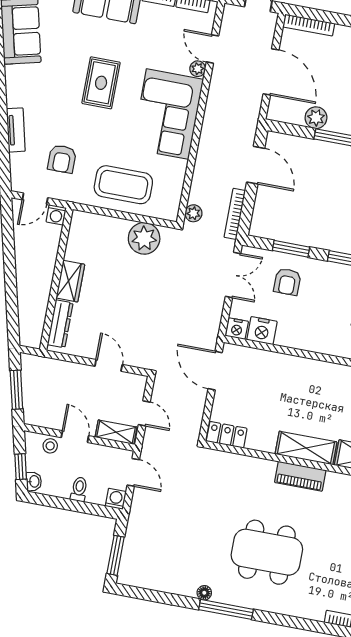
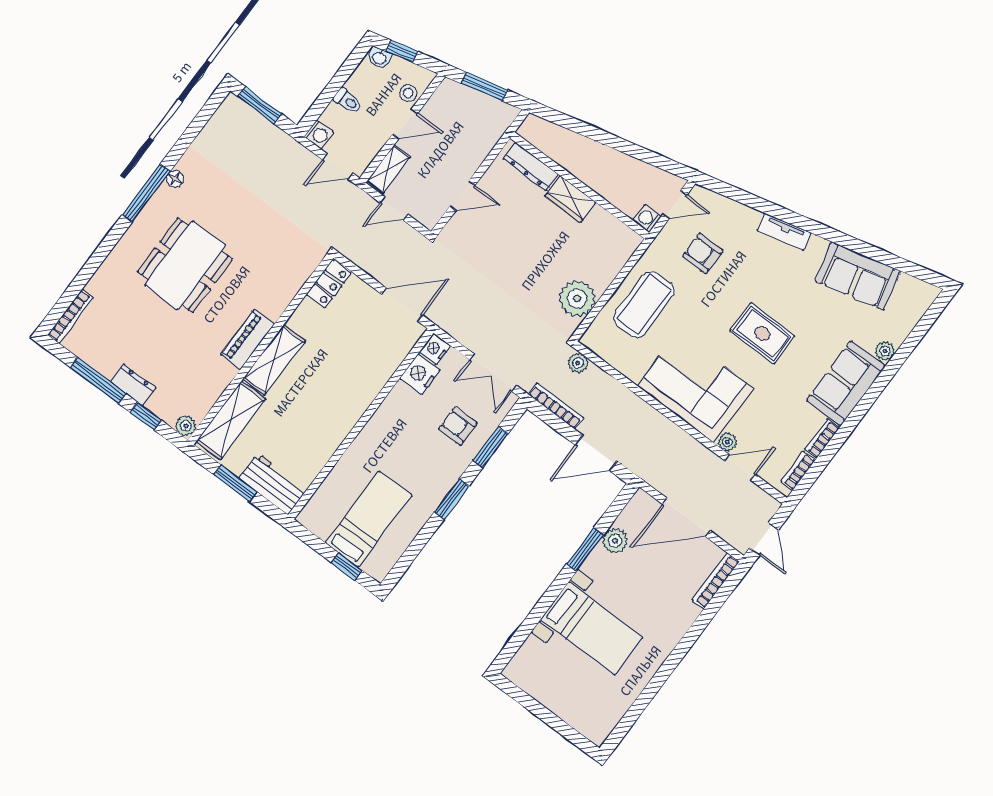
tv unit: (16, 130) -> (784, 232), moved
door: (35, 199) -> (675, 205), swing flipped

